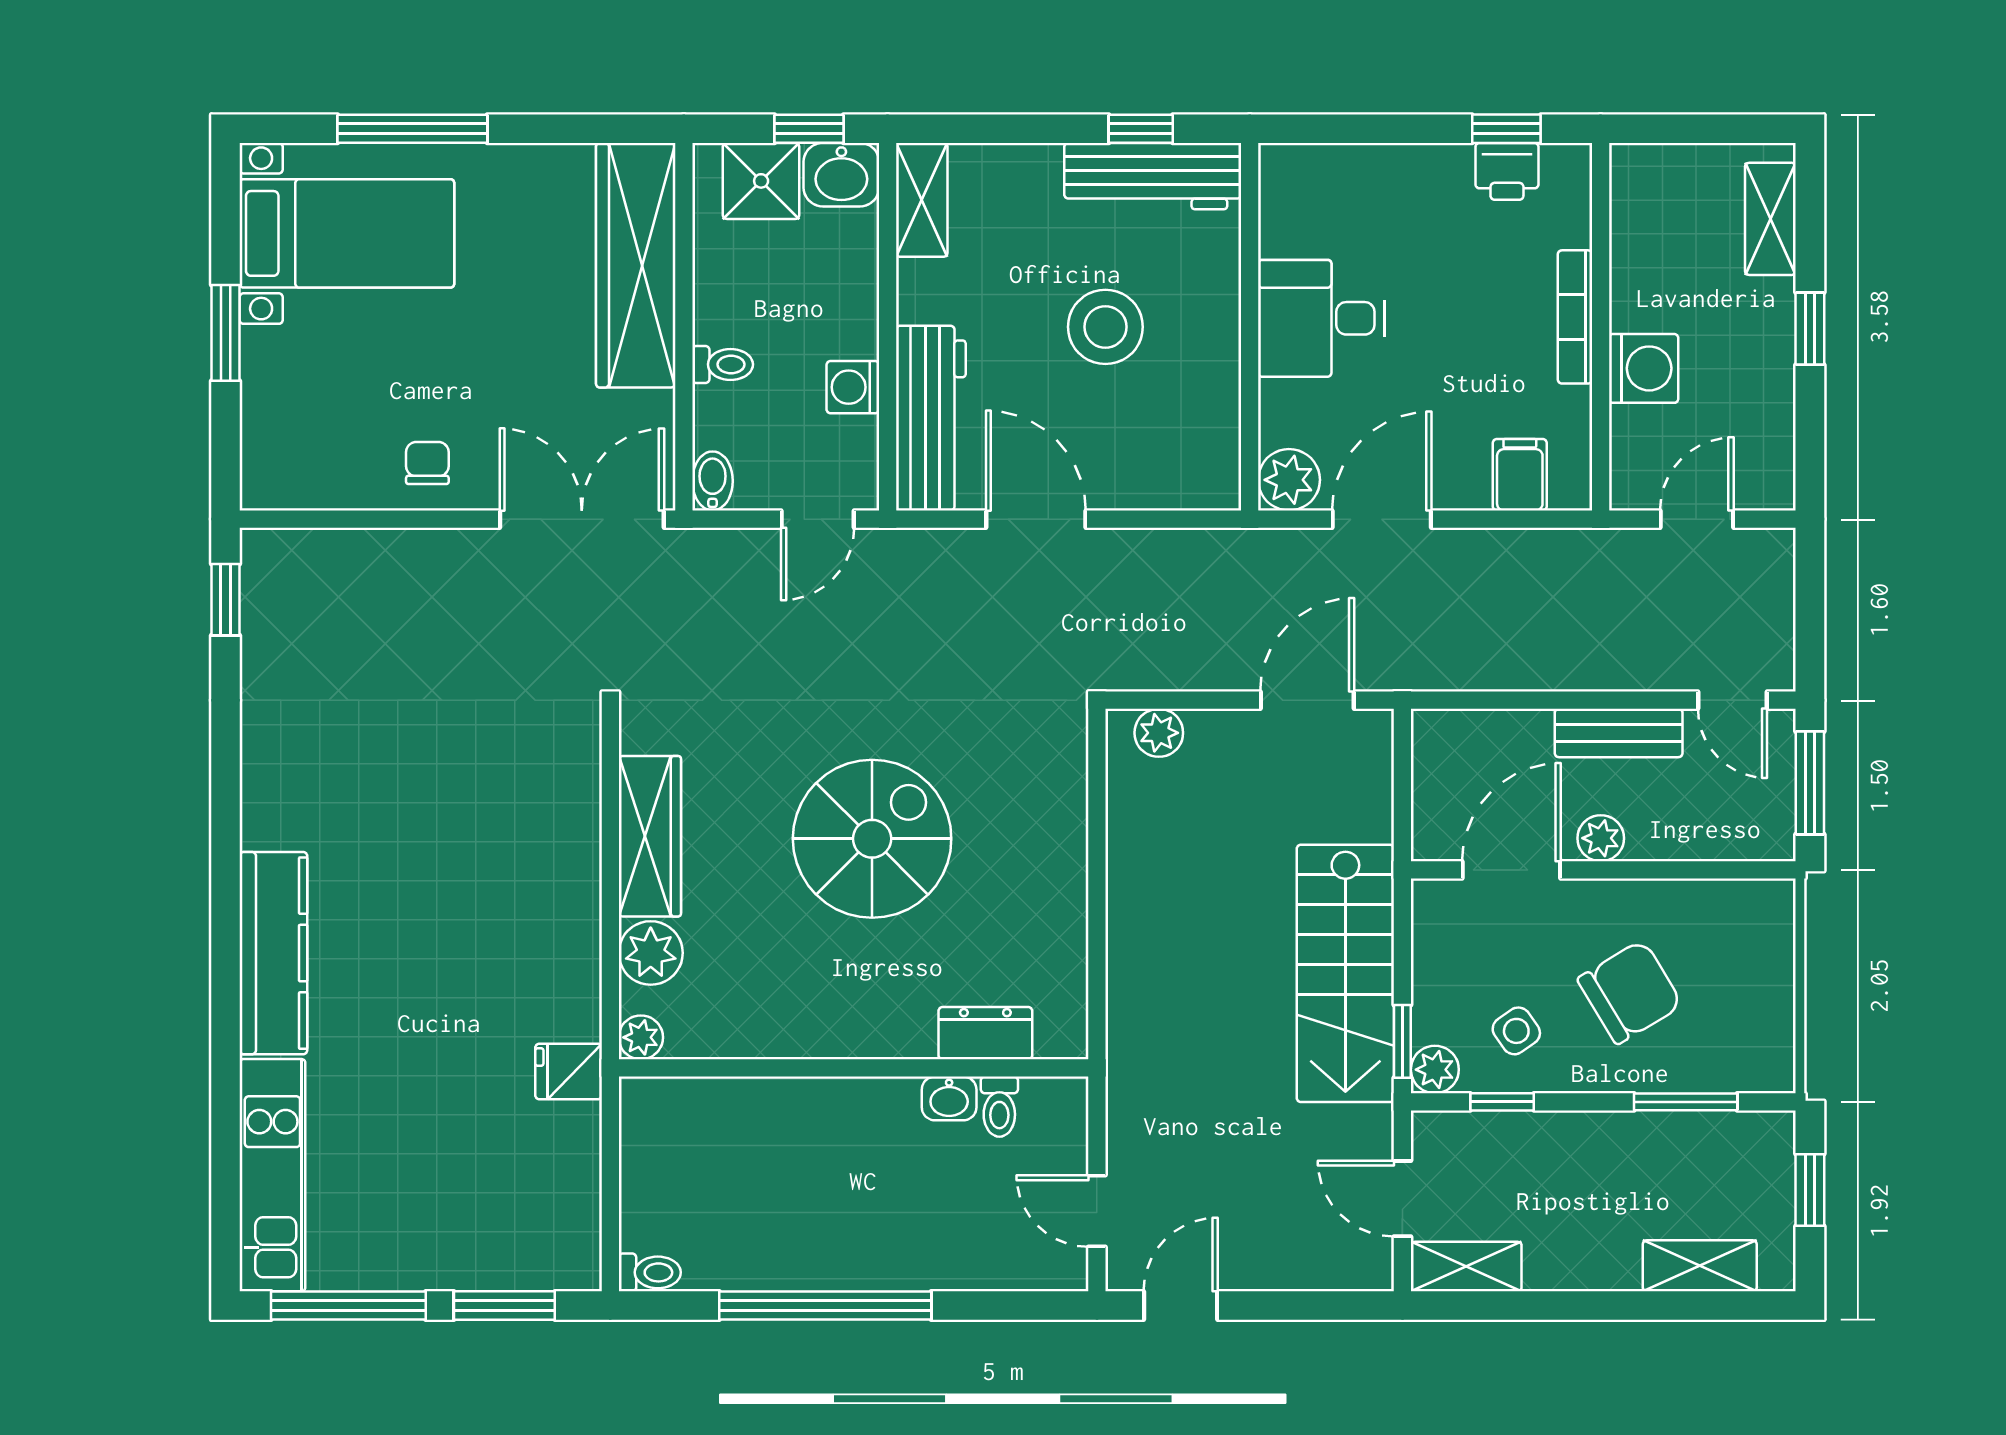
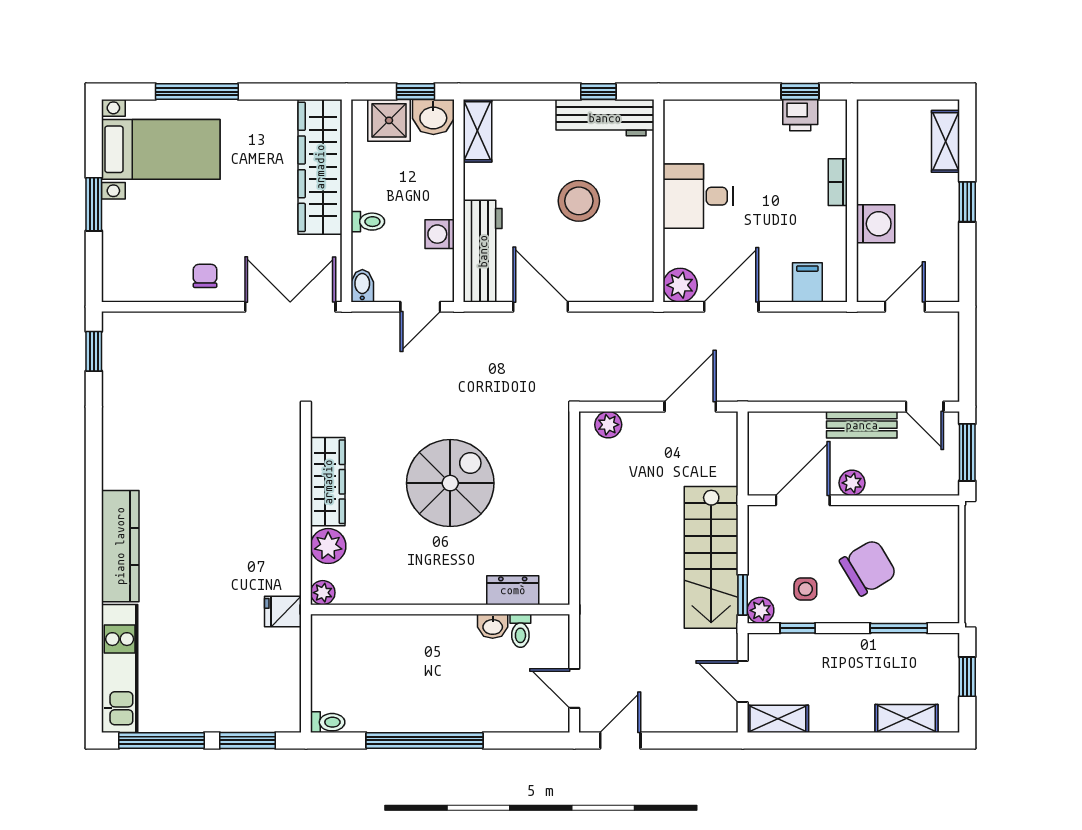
bookcase: (1575, 317) -> (838, 182), width x0.64
side table: (1516, 1031) -> (805, 589), turned 35

